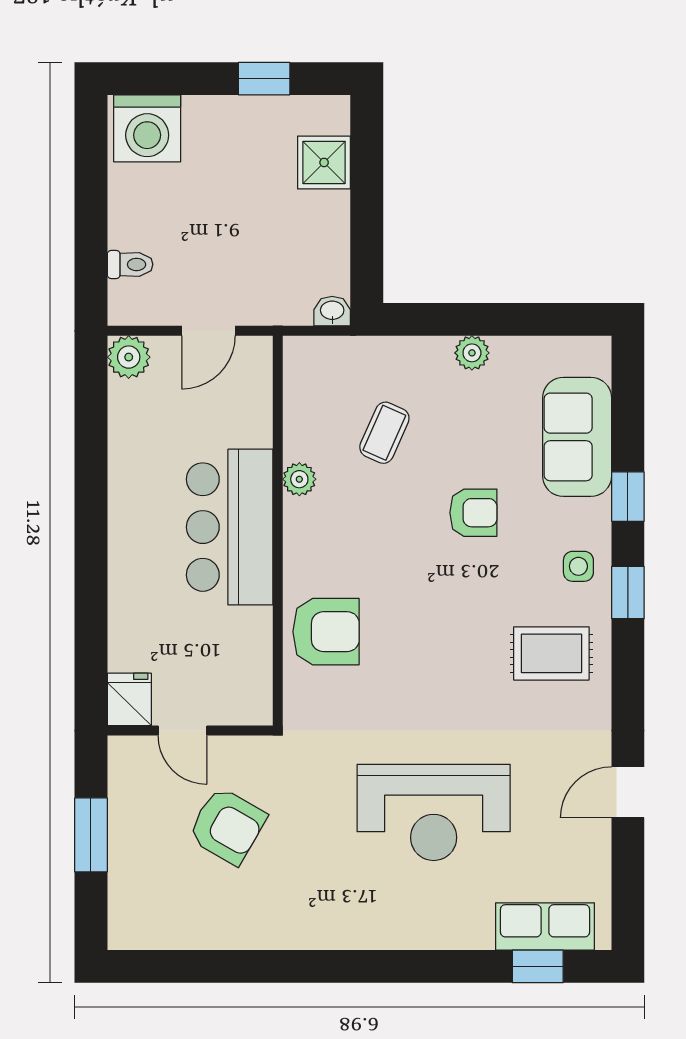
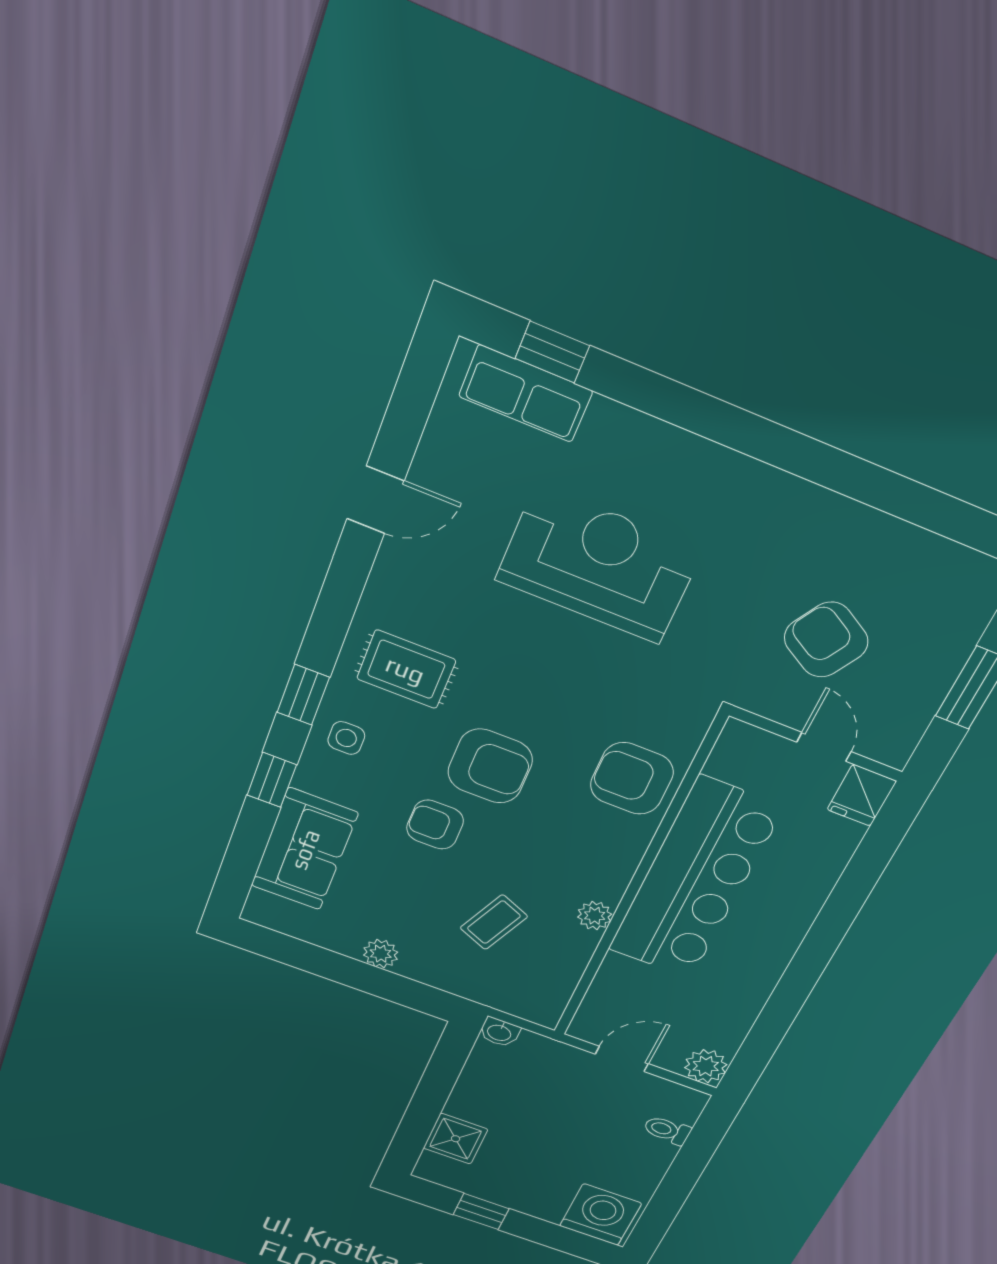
bar counter: (230, 527) -> (695, 879), width x1.36
armchair: (449, 592) -> (490, 766), added

